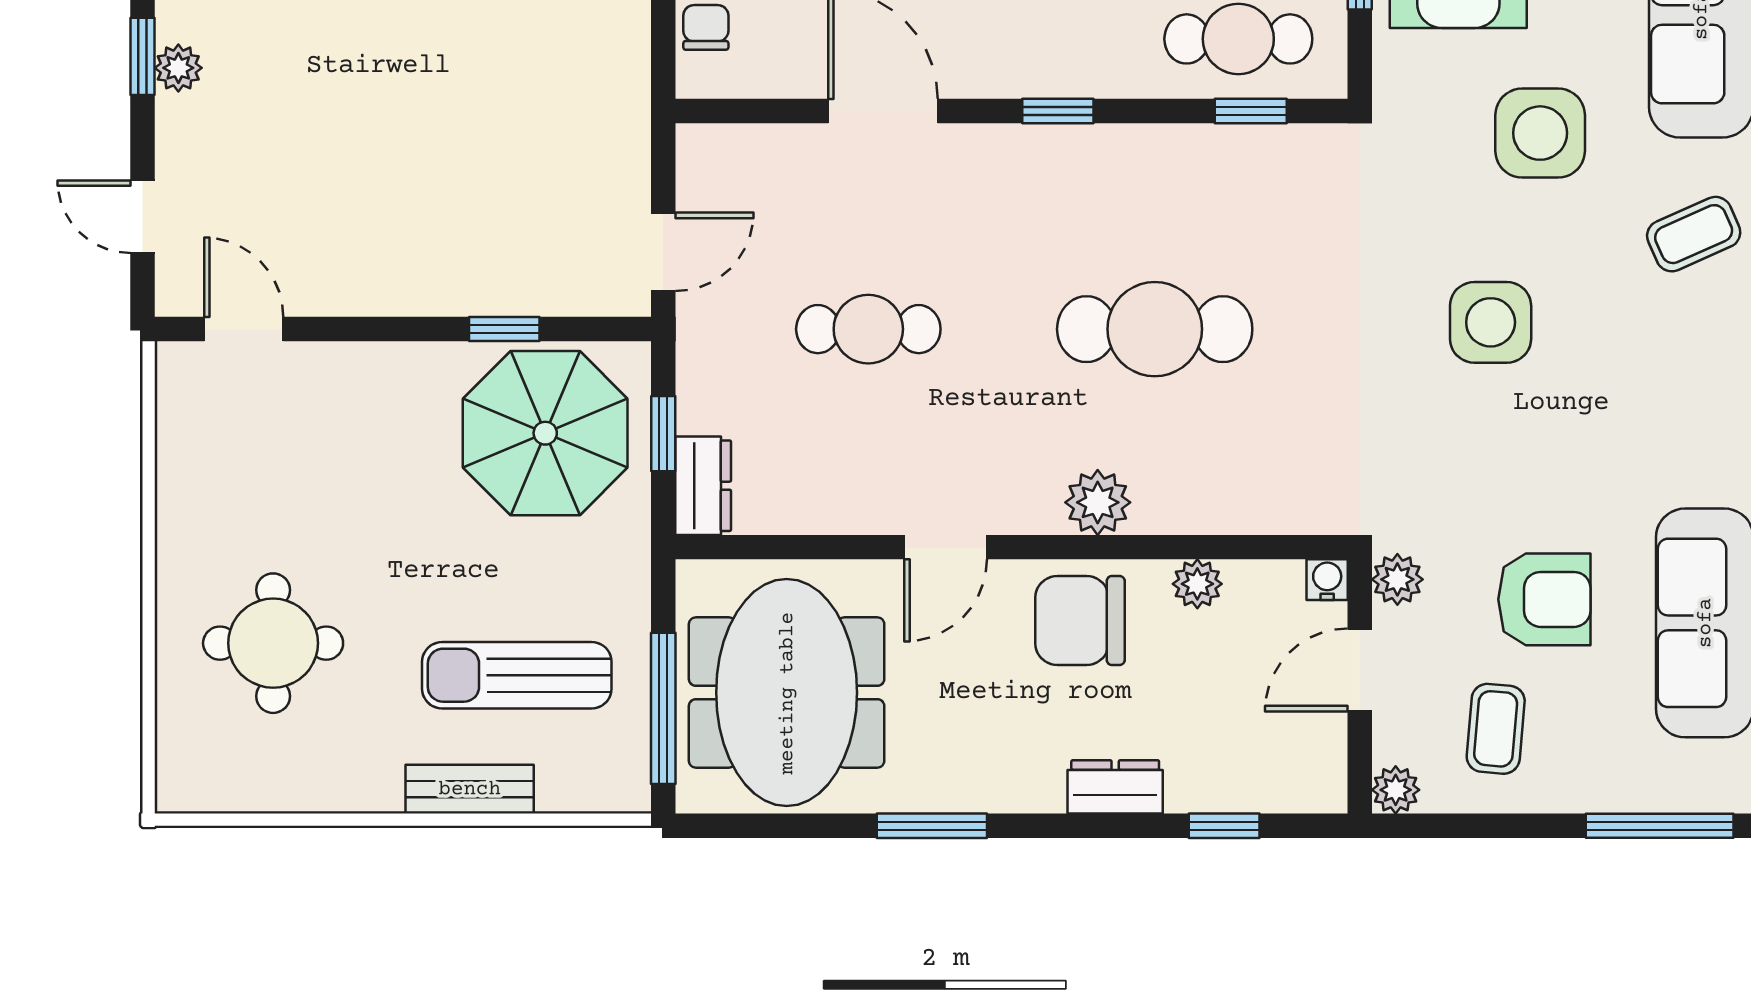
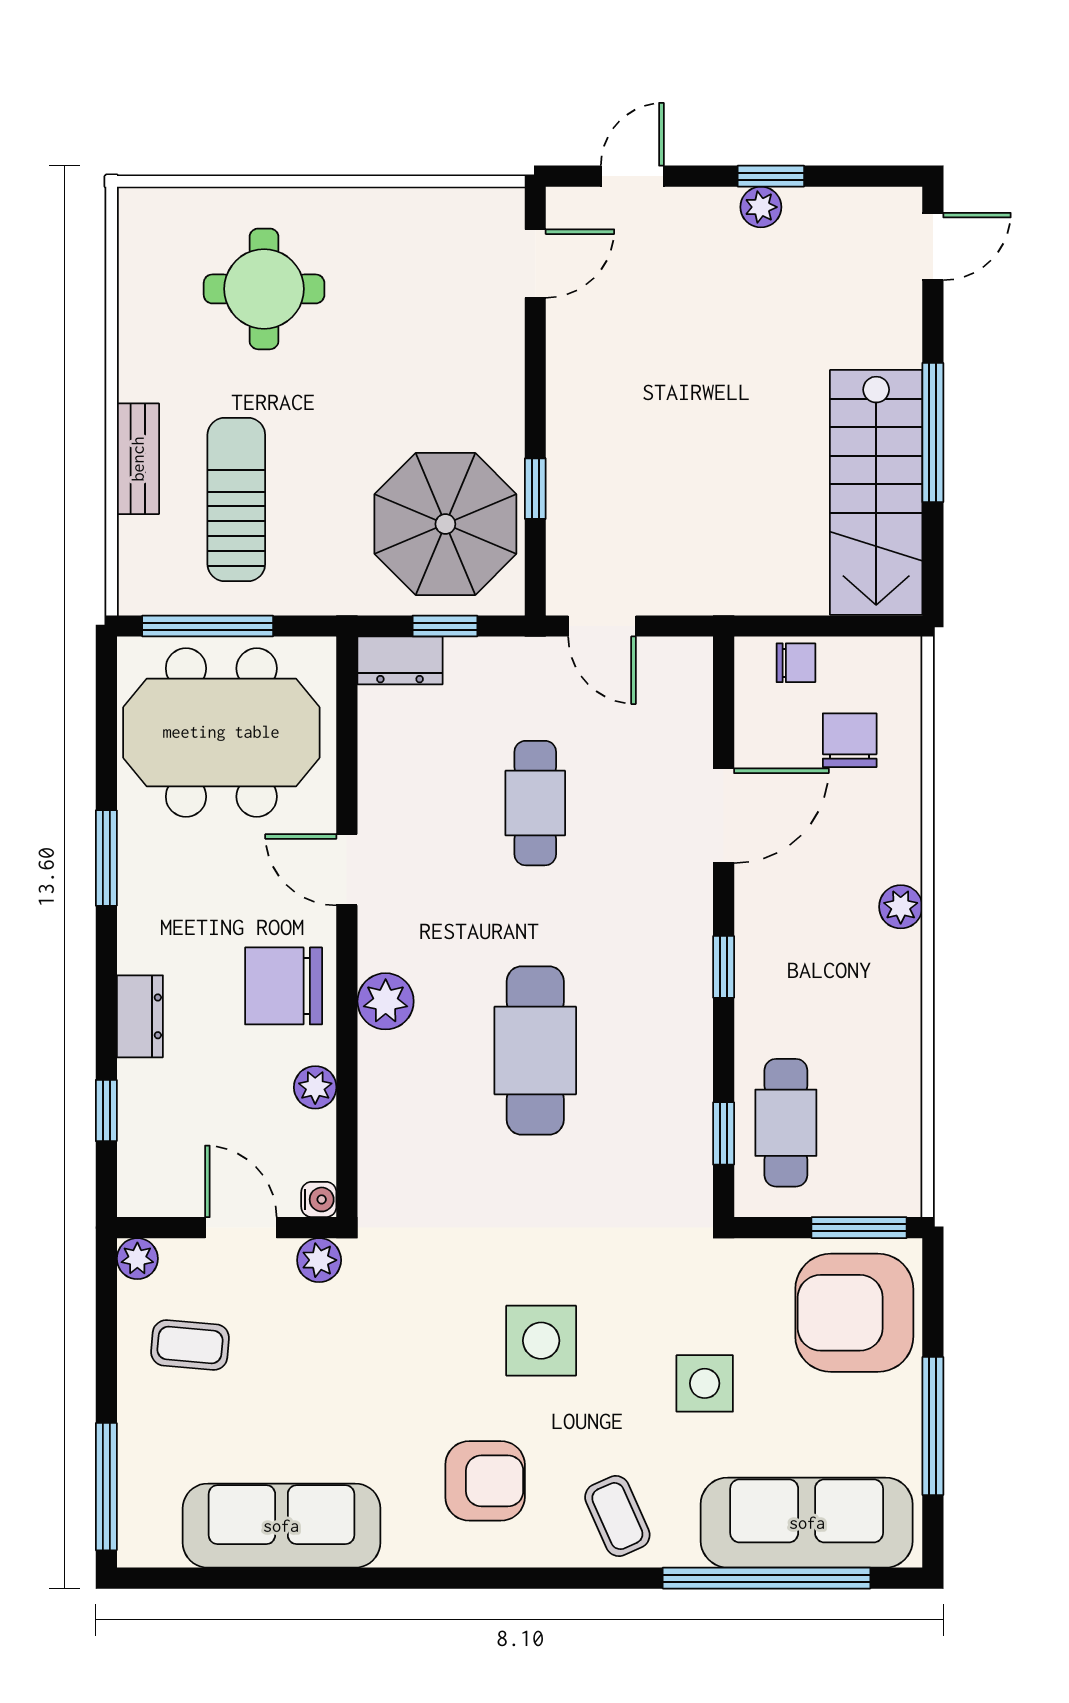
side table: (1540, 133) -> (705, 1383), width x0.73, depth x0.73
armchair: (1544, 599) -> (485, 1481), moved, turned -90
chair: (1080, 621) -> (284, 986), turned -90

